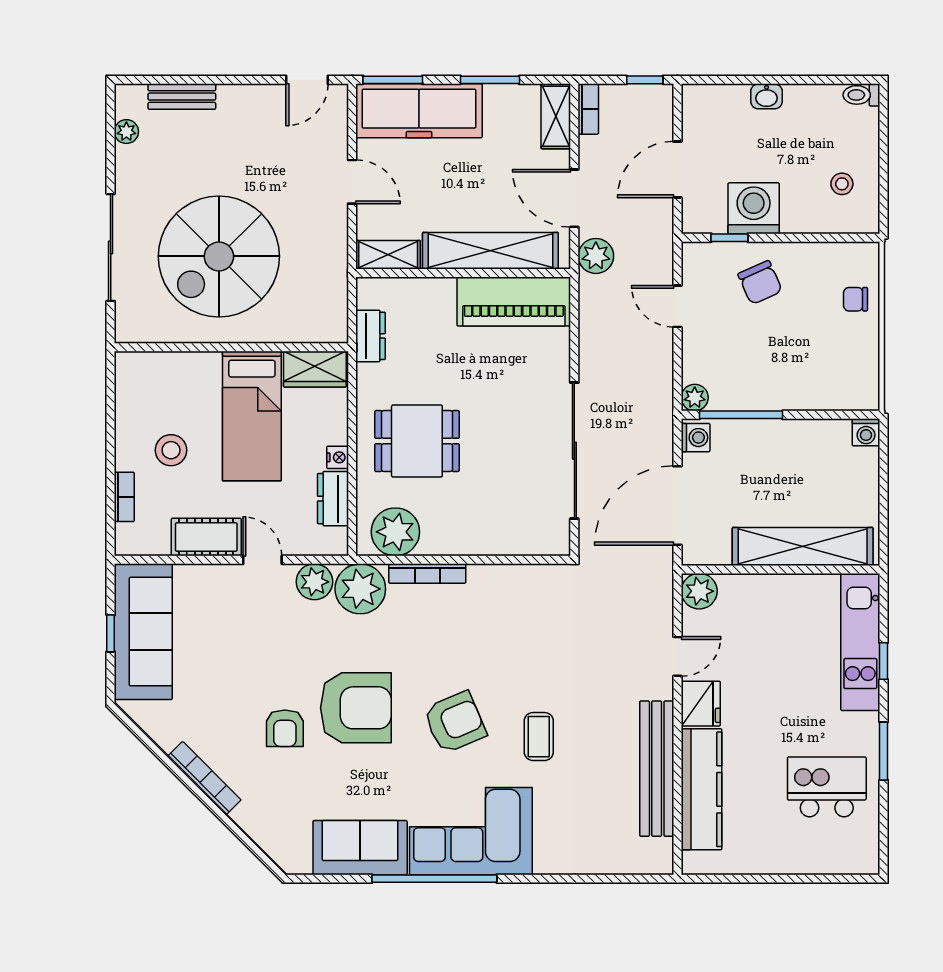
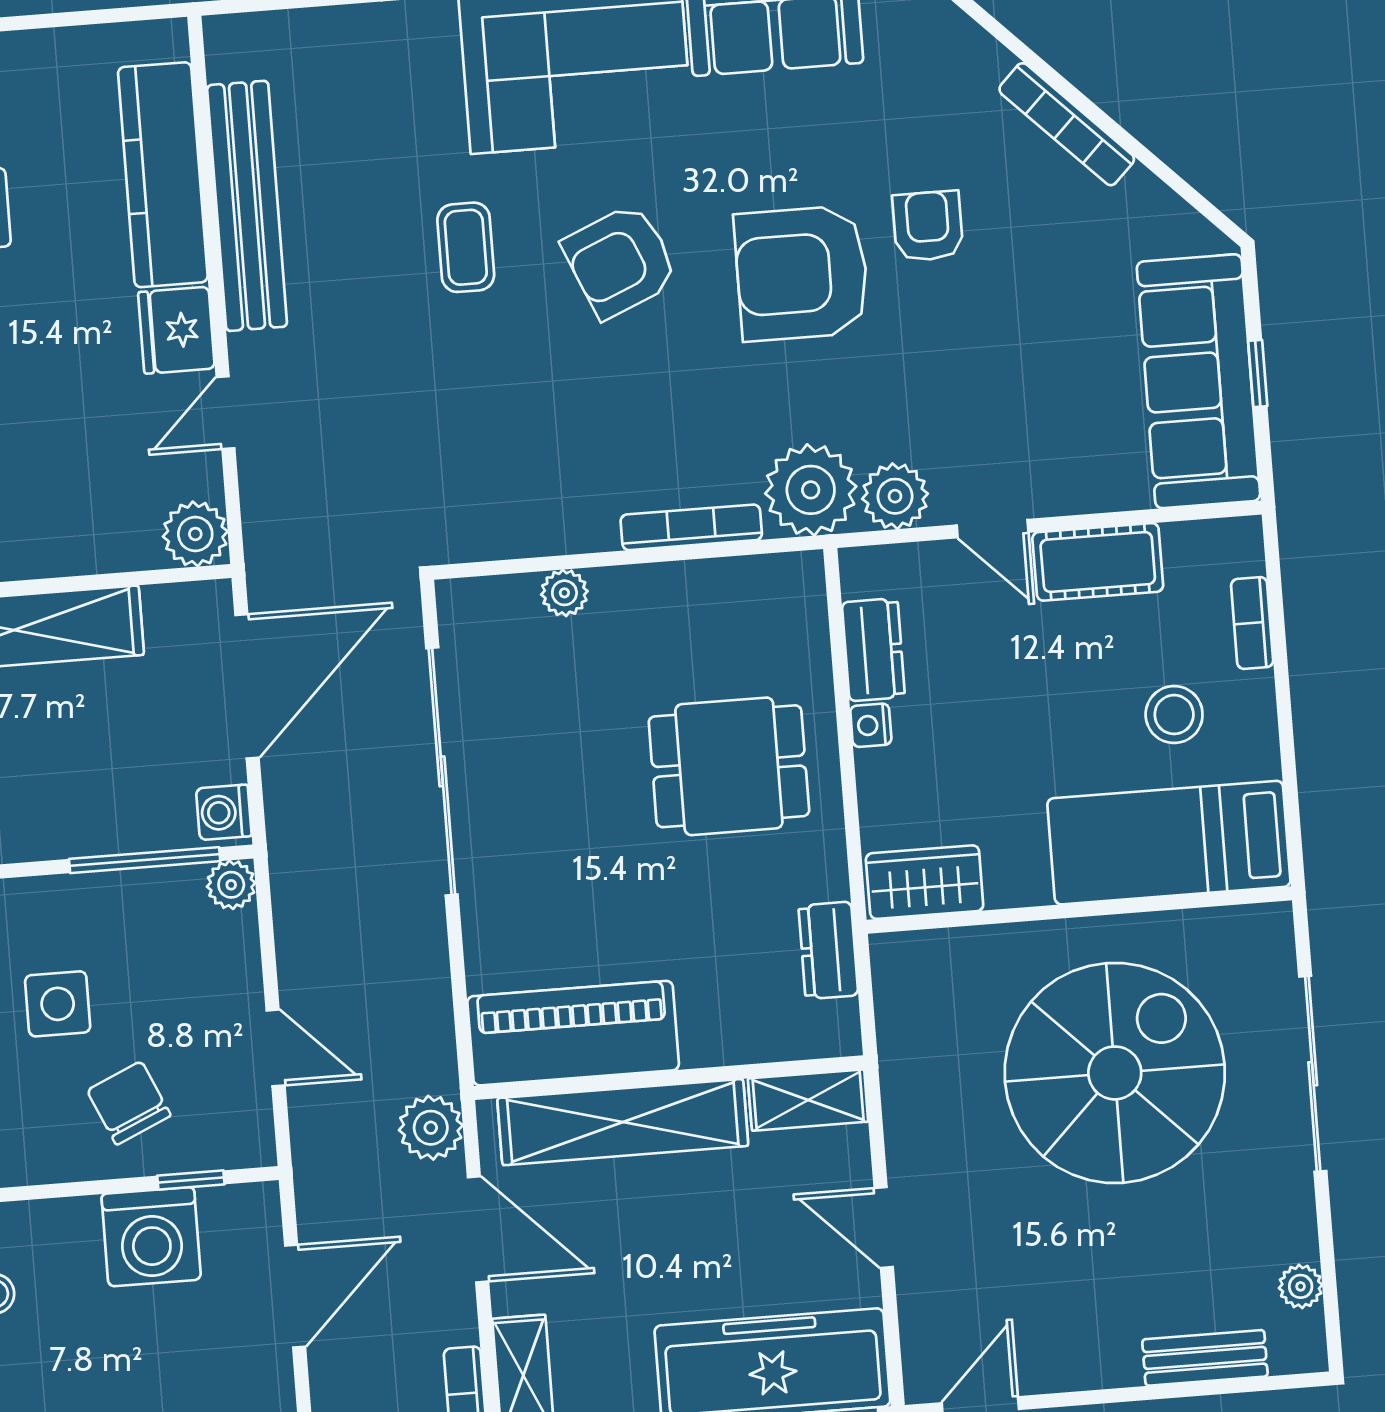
side table: (795, 340) -> (58, 1004), added
bed: (252, 416) -> (1169, 843), moved, turned -90
plant: (395, 532) -> (564, 593), moved, width x0.53, depth x0.53

